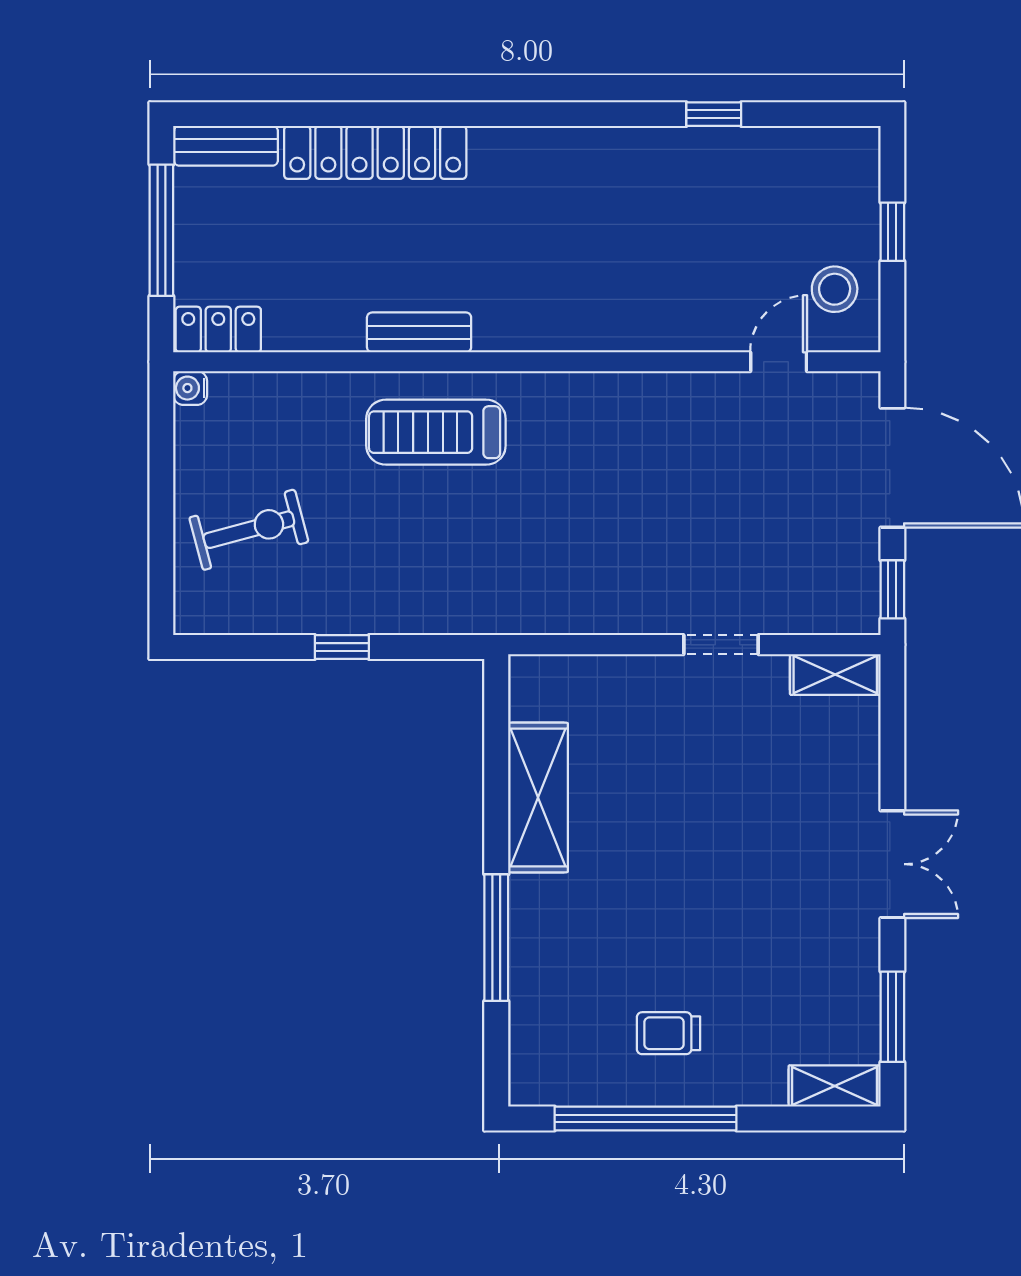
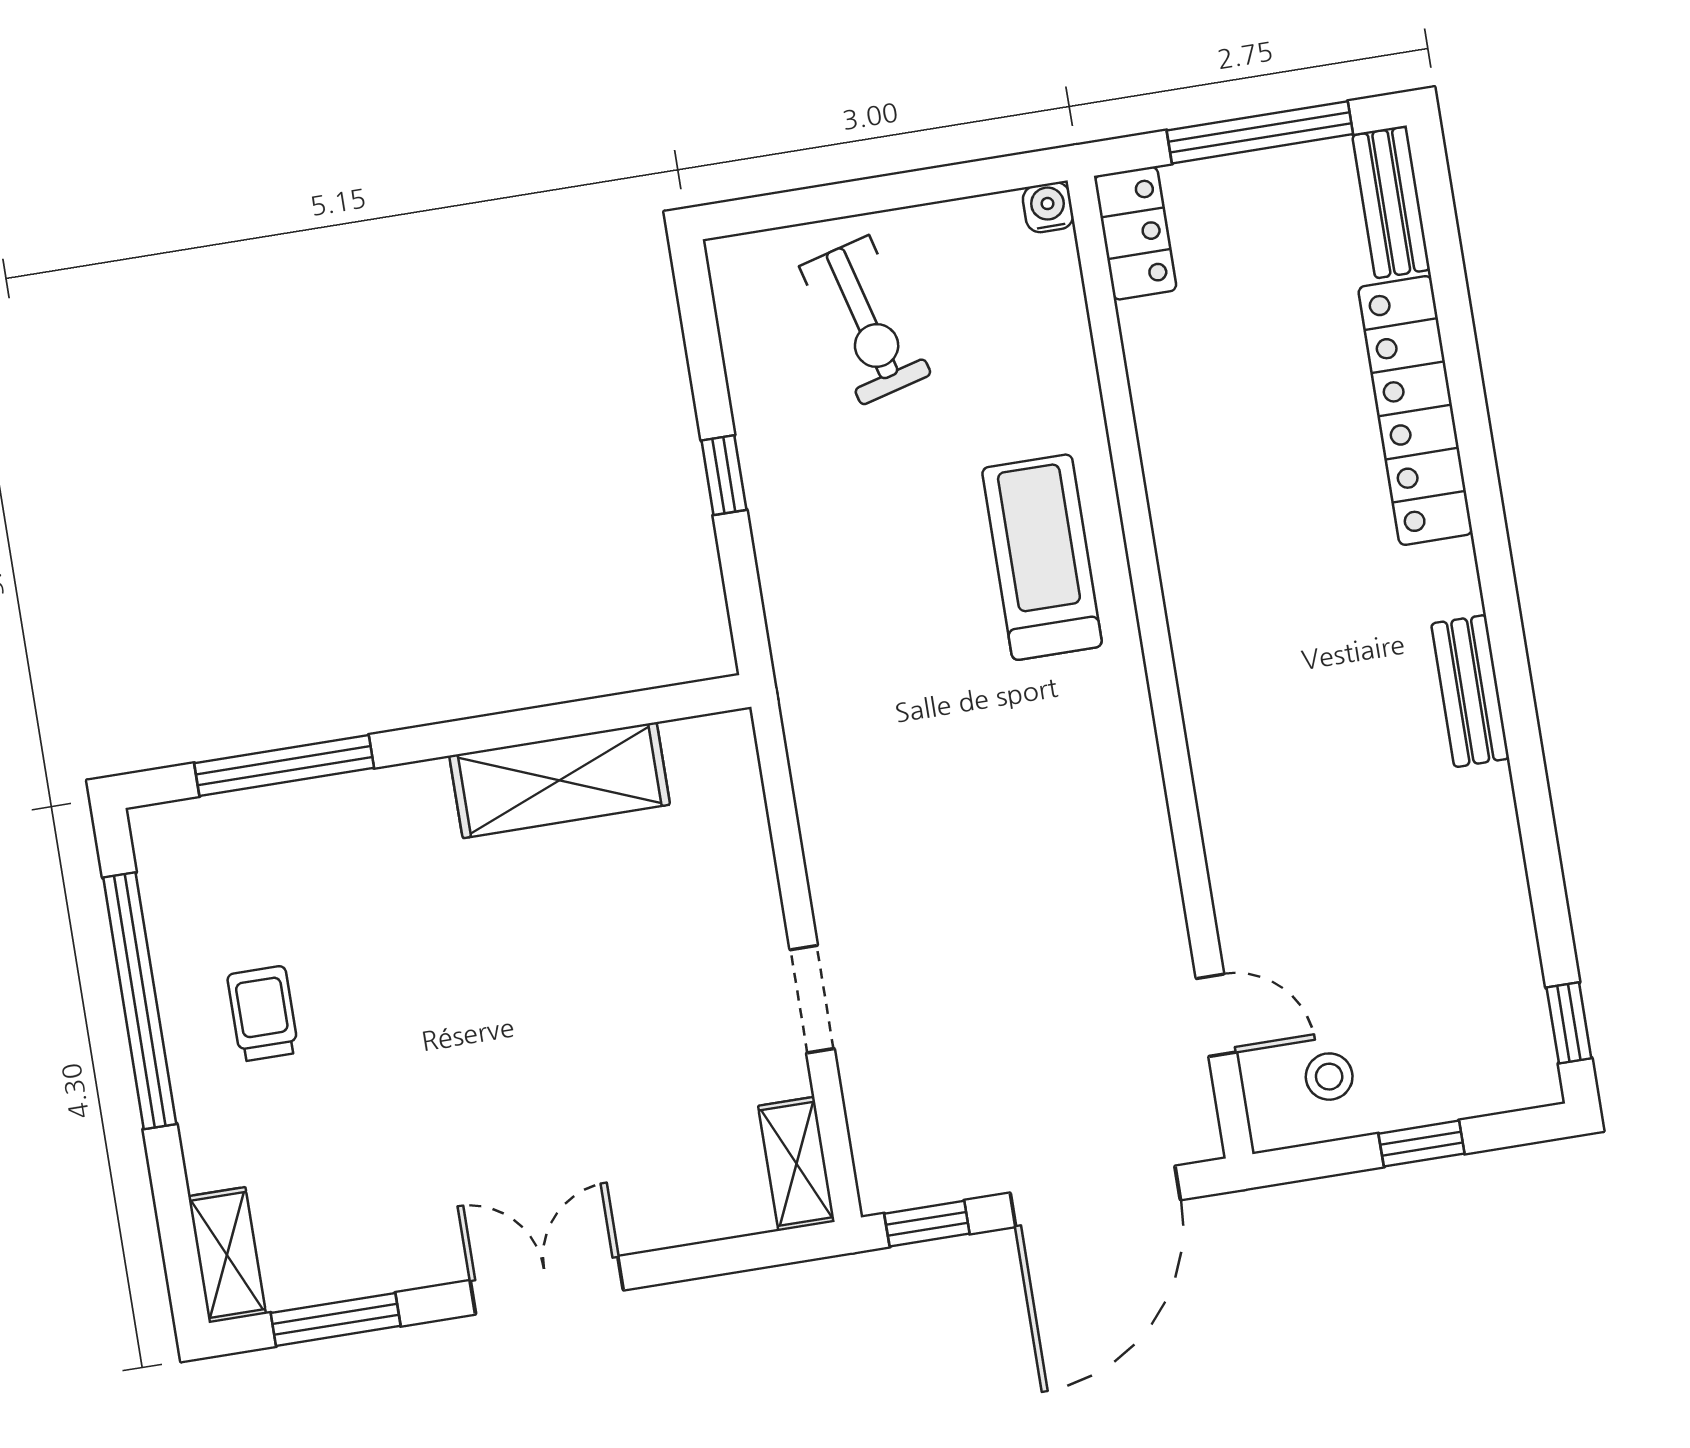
window: (714, 114) -> (1569, 1023), moved
stool: (835, 289) -> (1329, 1077), width x0.73, depth x0.73
bench: (419, 332) -> (1470, 691), moved
double door: (892, 864) -> (547, 1285), swing flipped
window: (496, 938) -> (284, 766), moved

